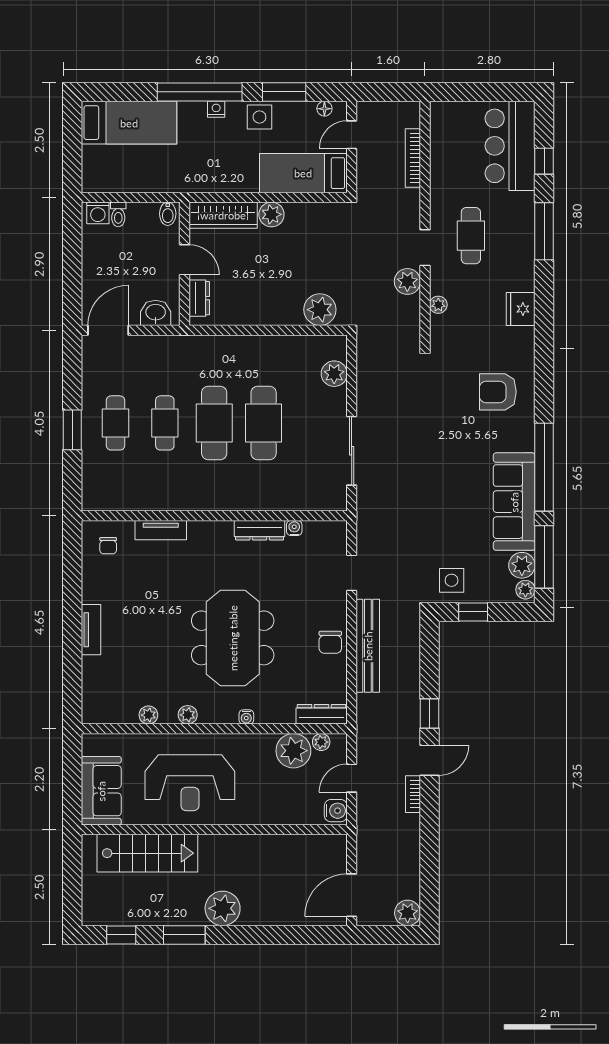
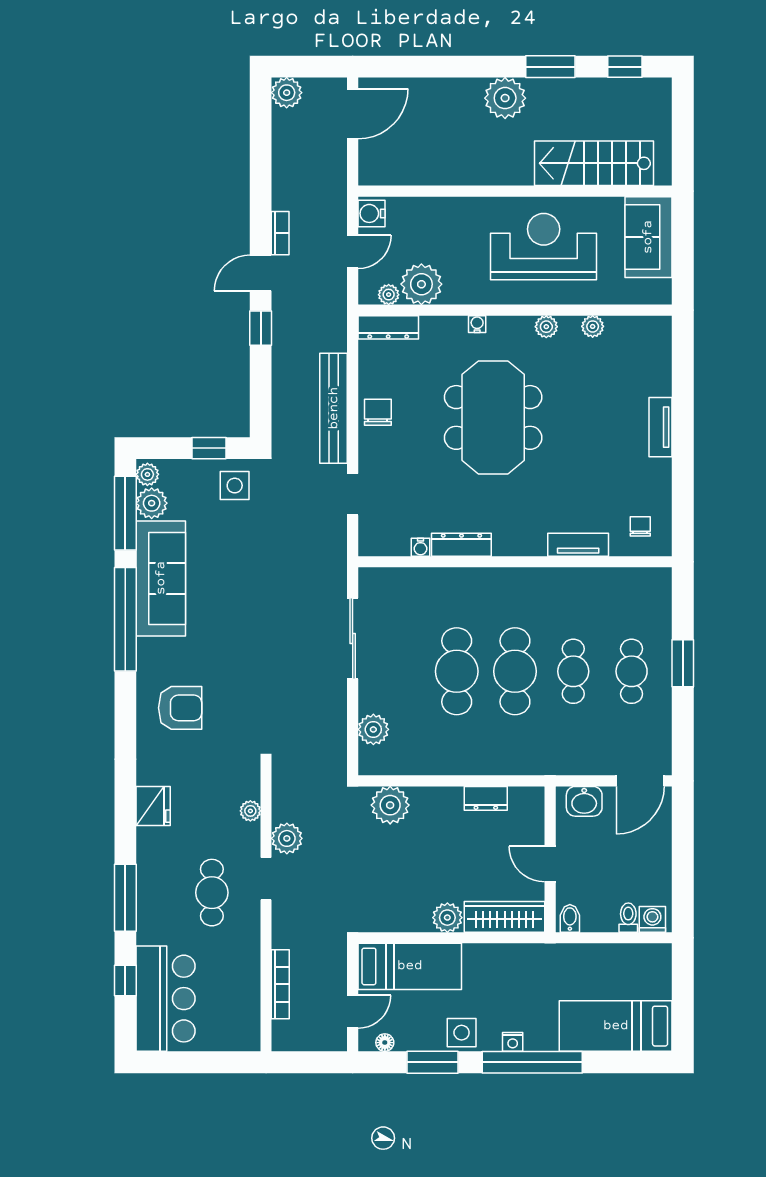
dresser: (199, 298) -> (486, 798), moved, turned -90

